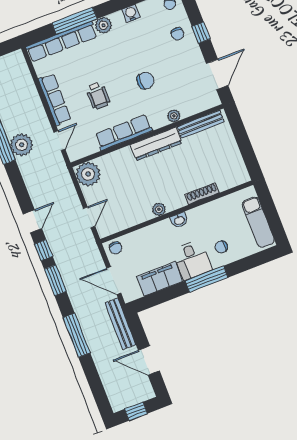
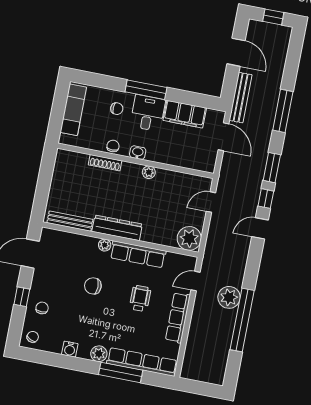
plant: (174, 116) -> (105, 245), moved
chair: (116, 248) -> (113, 146), moved

